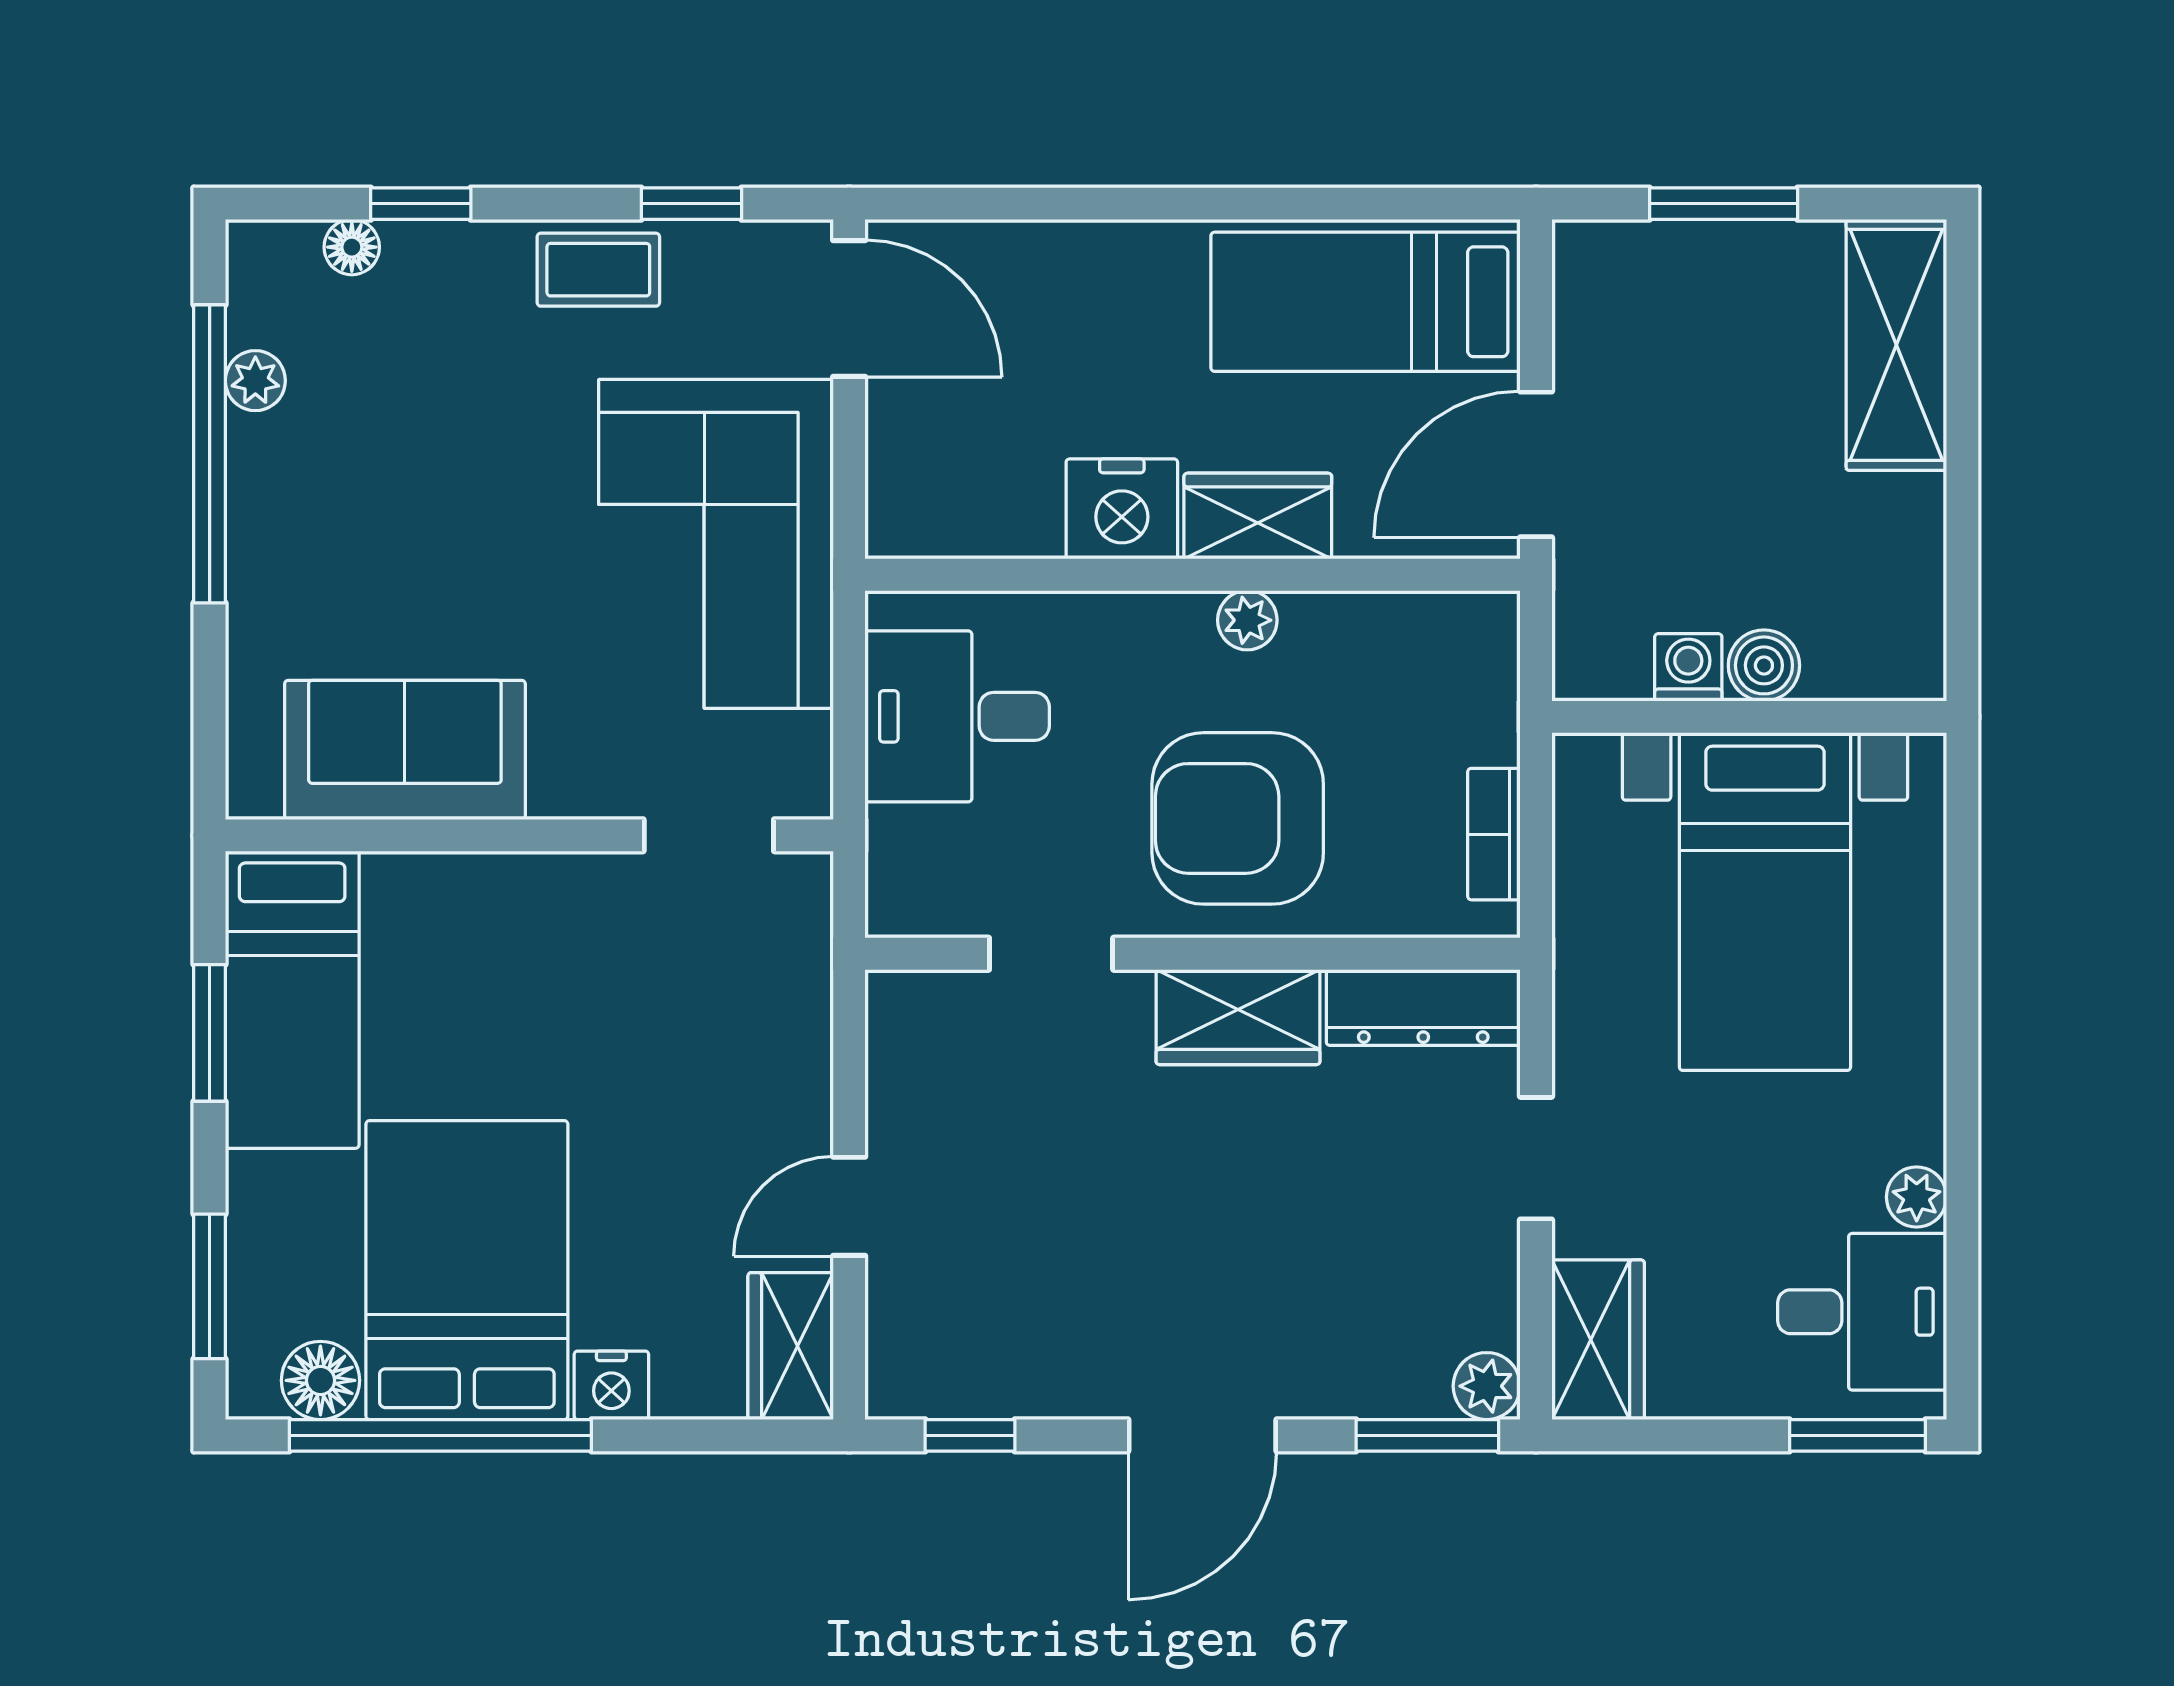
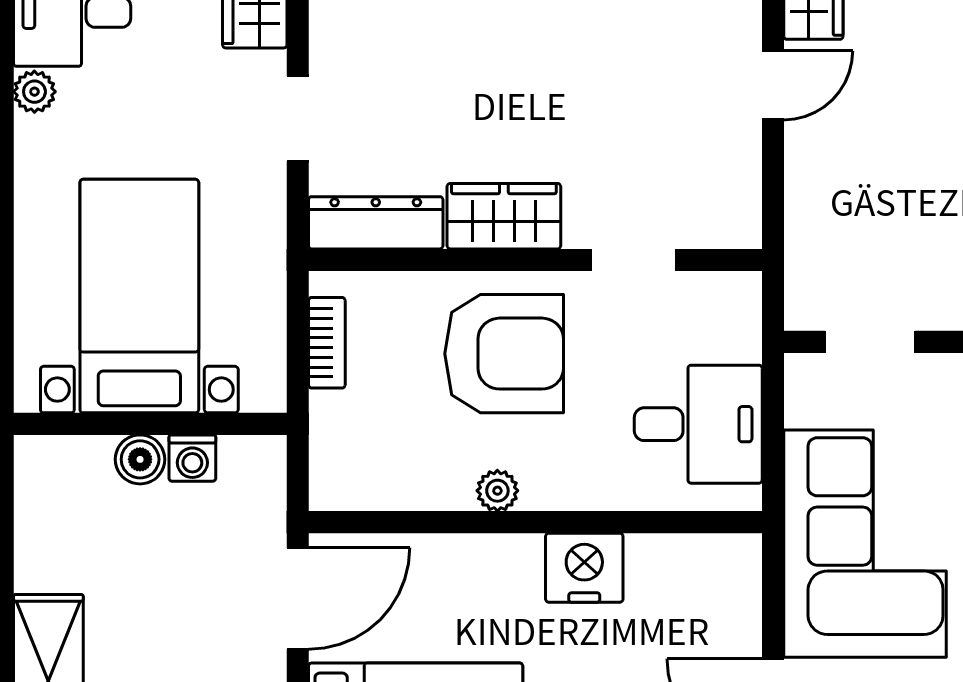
wardrobe: (1258, 516) -> (490, 563), removed

